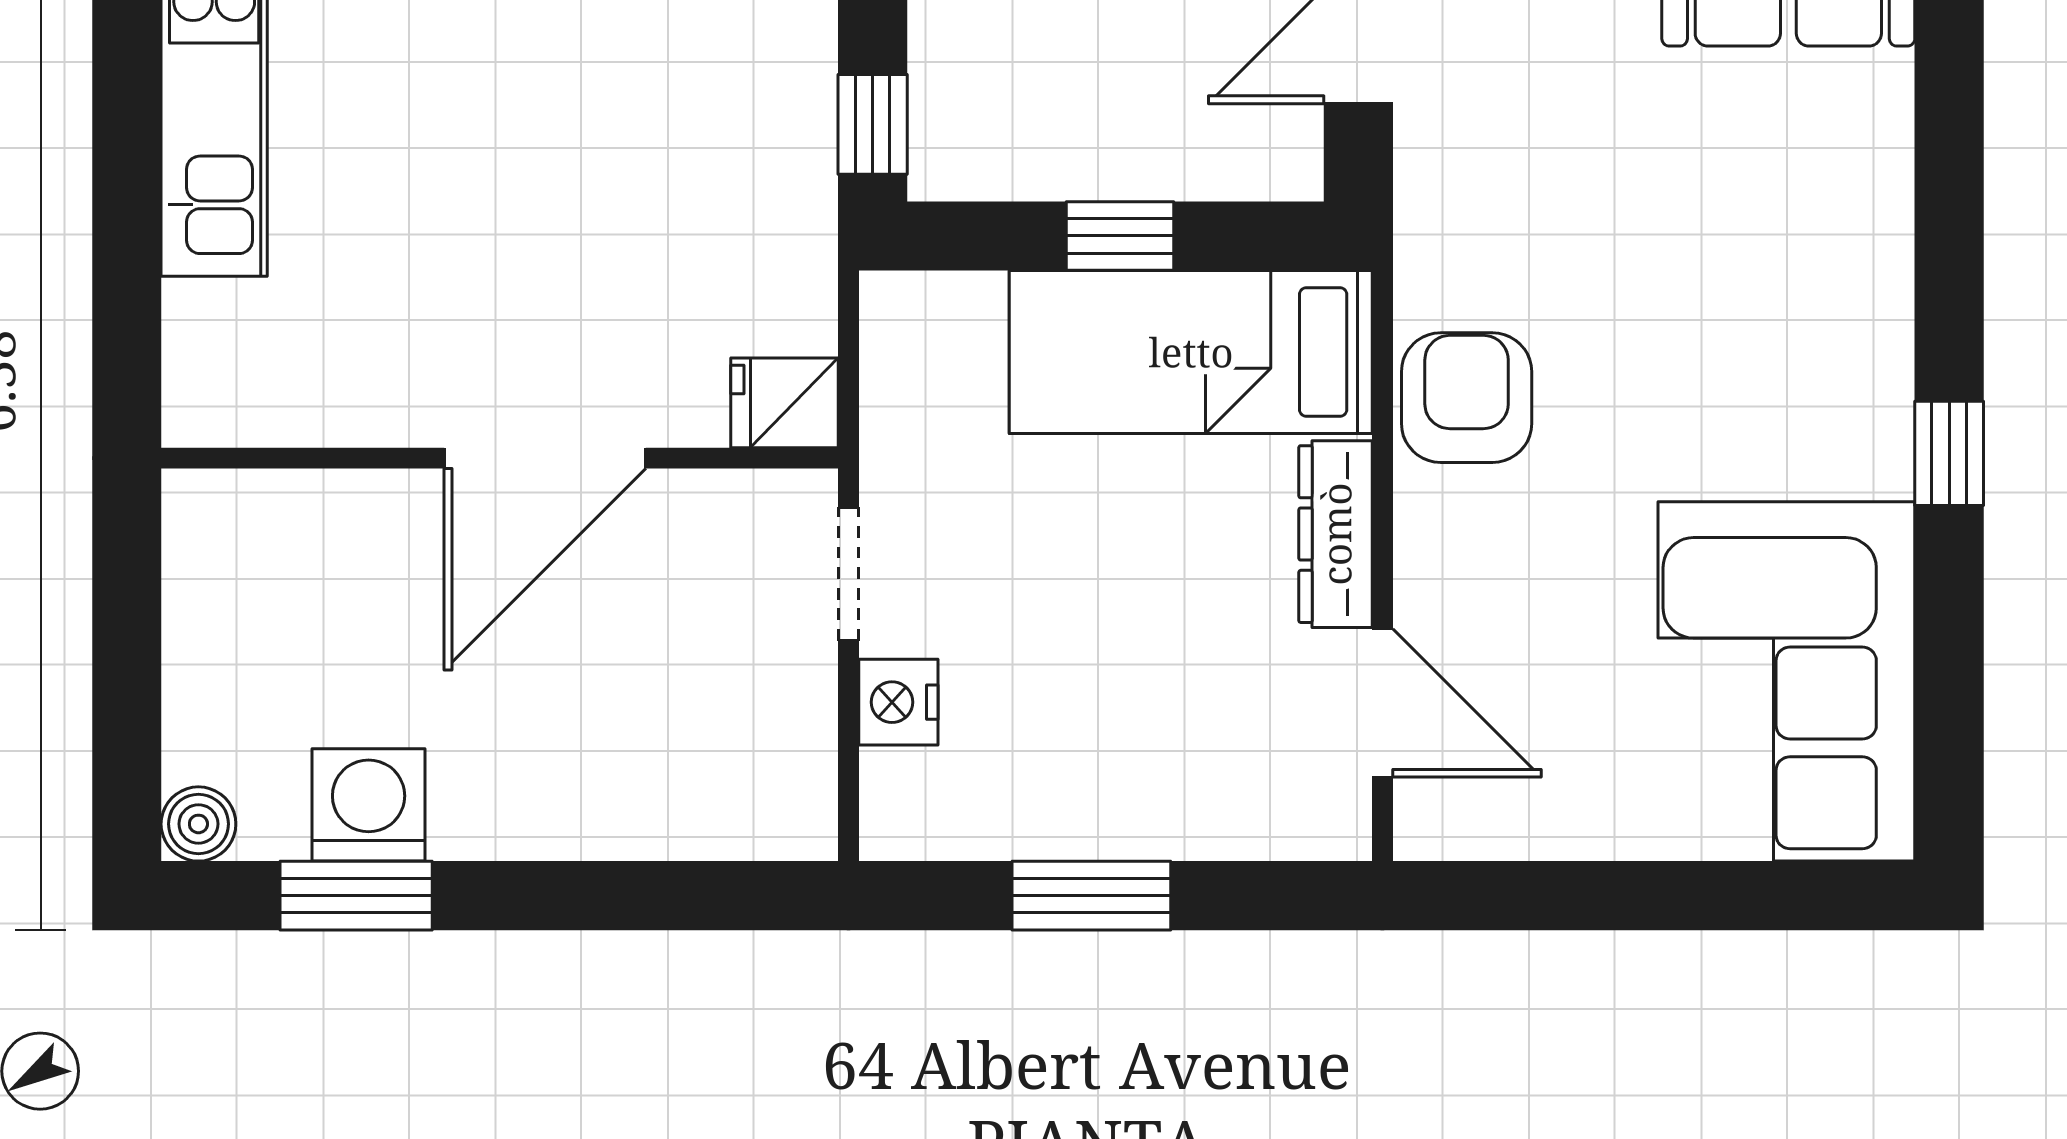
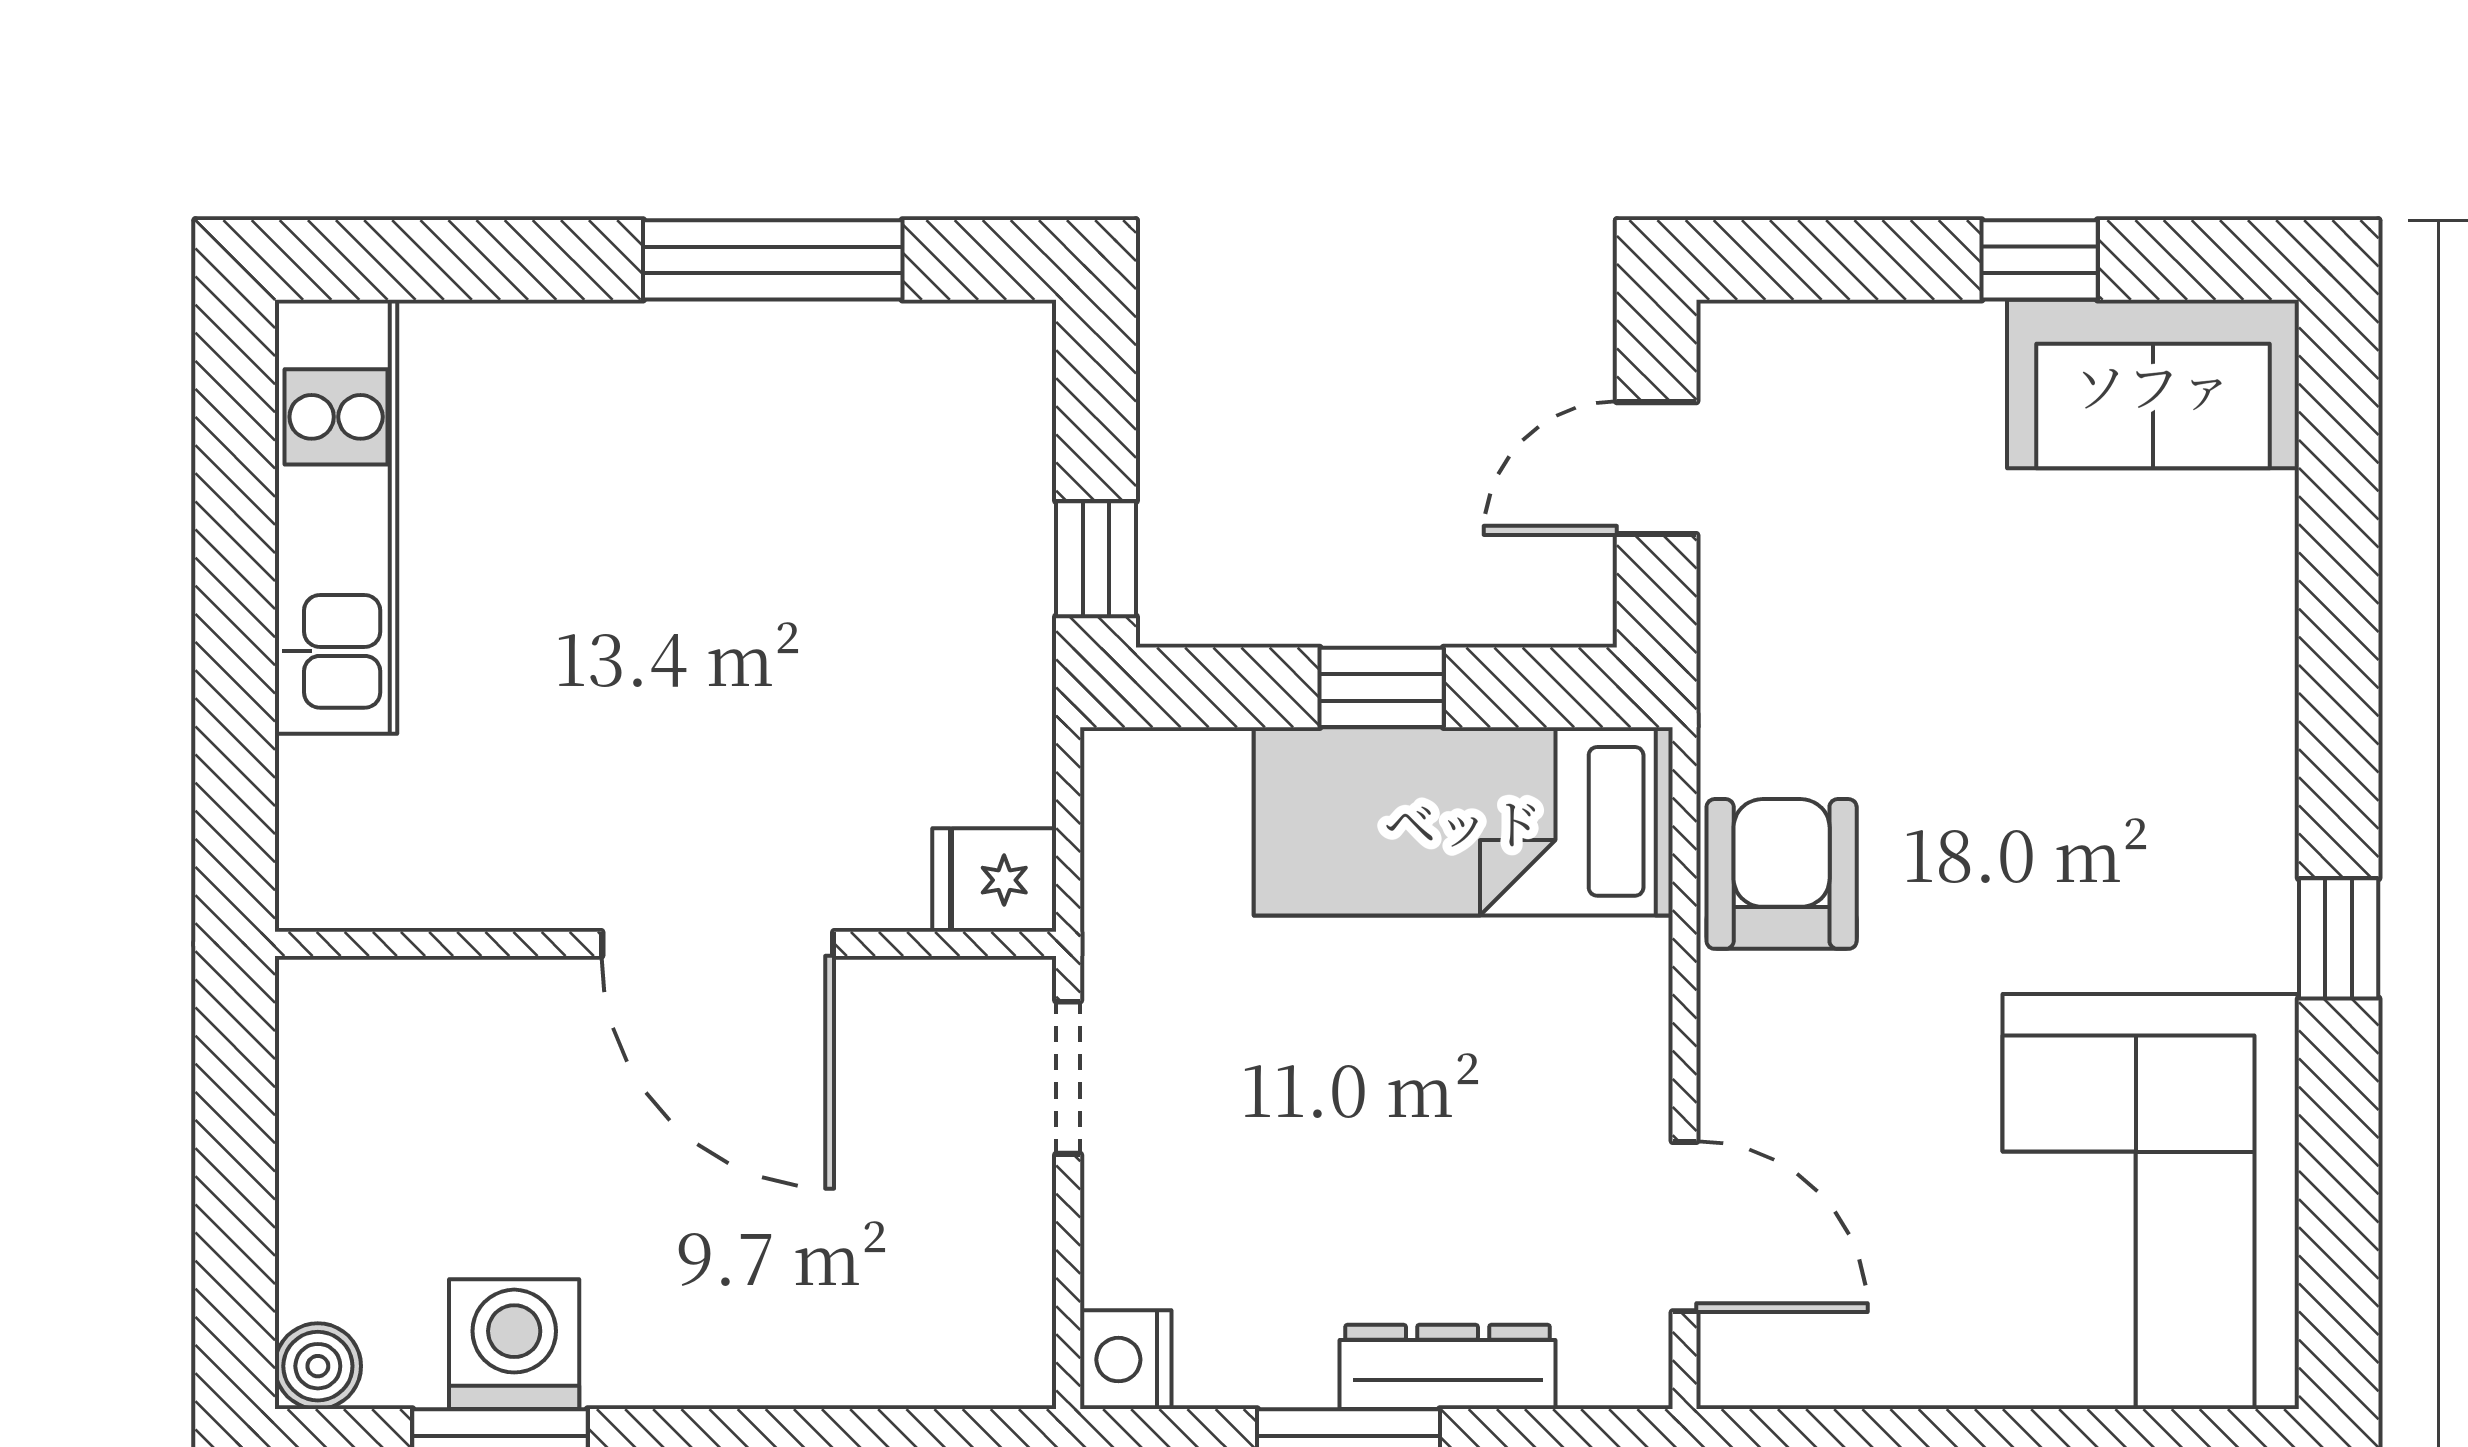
door: (545, 458) -> (718, 944), hinge flipped
dresser: (1336, 534) -> (1448, 1367), moved, turned 90
nightstand: (898, 702) -> (1126, 1360), moved

